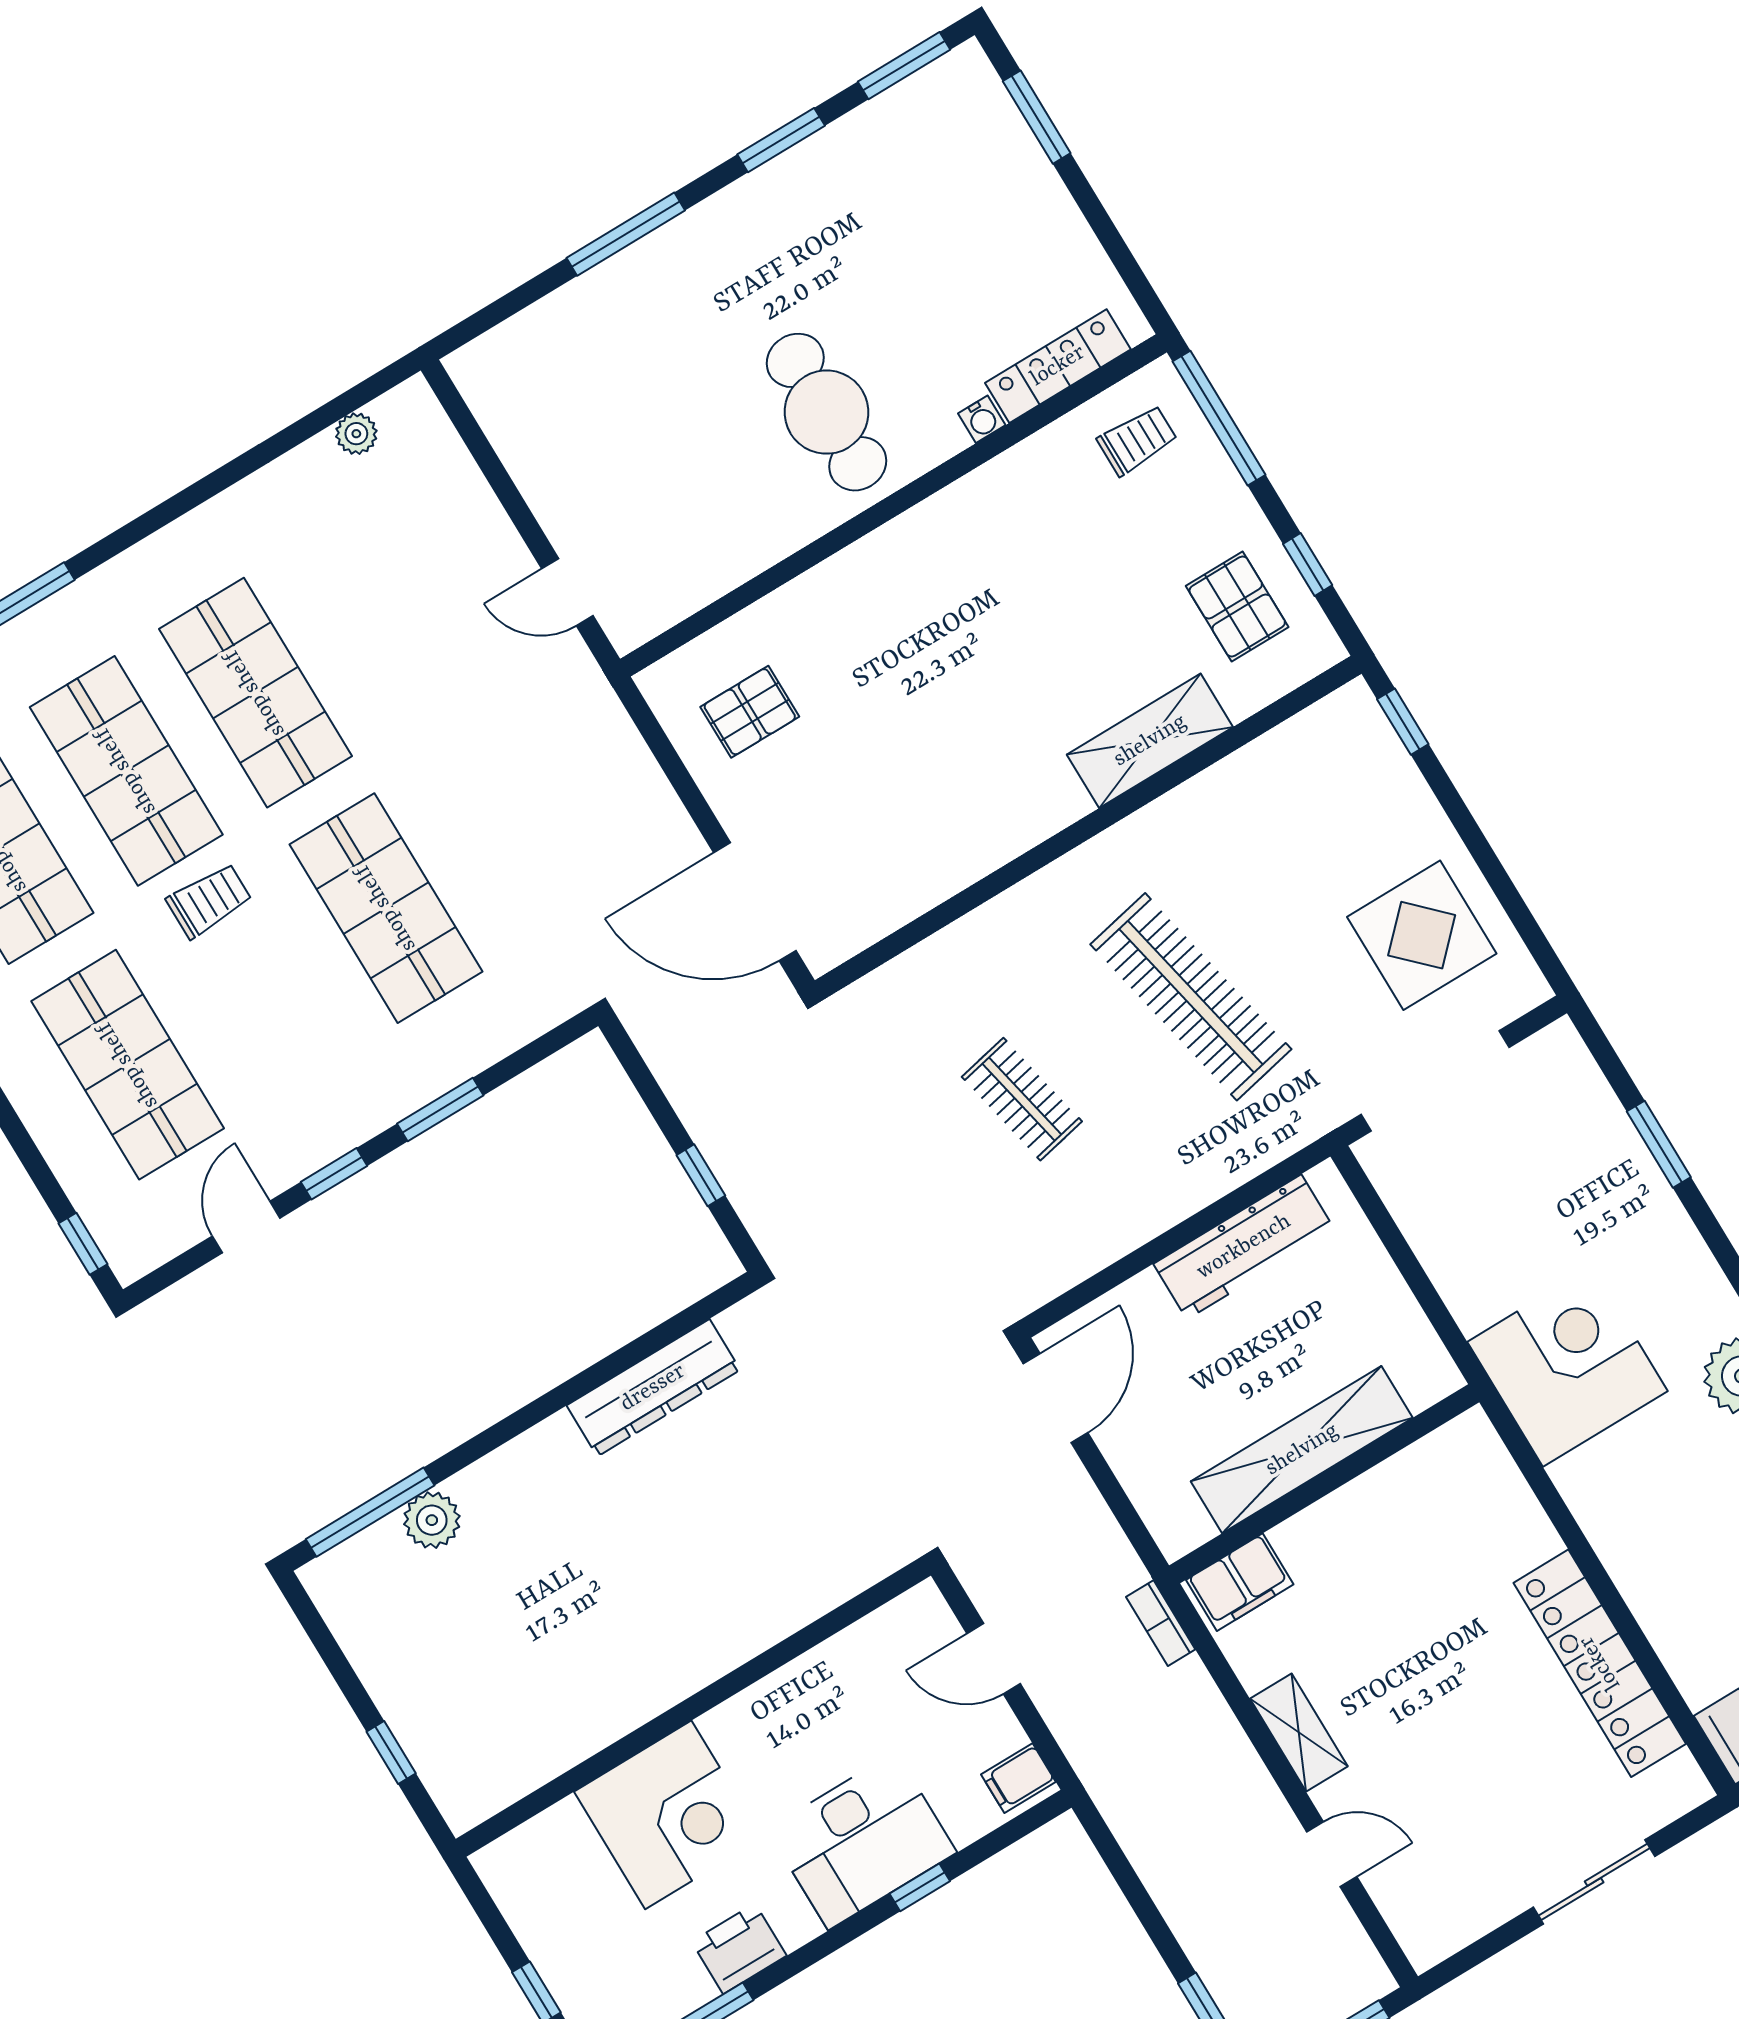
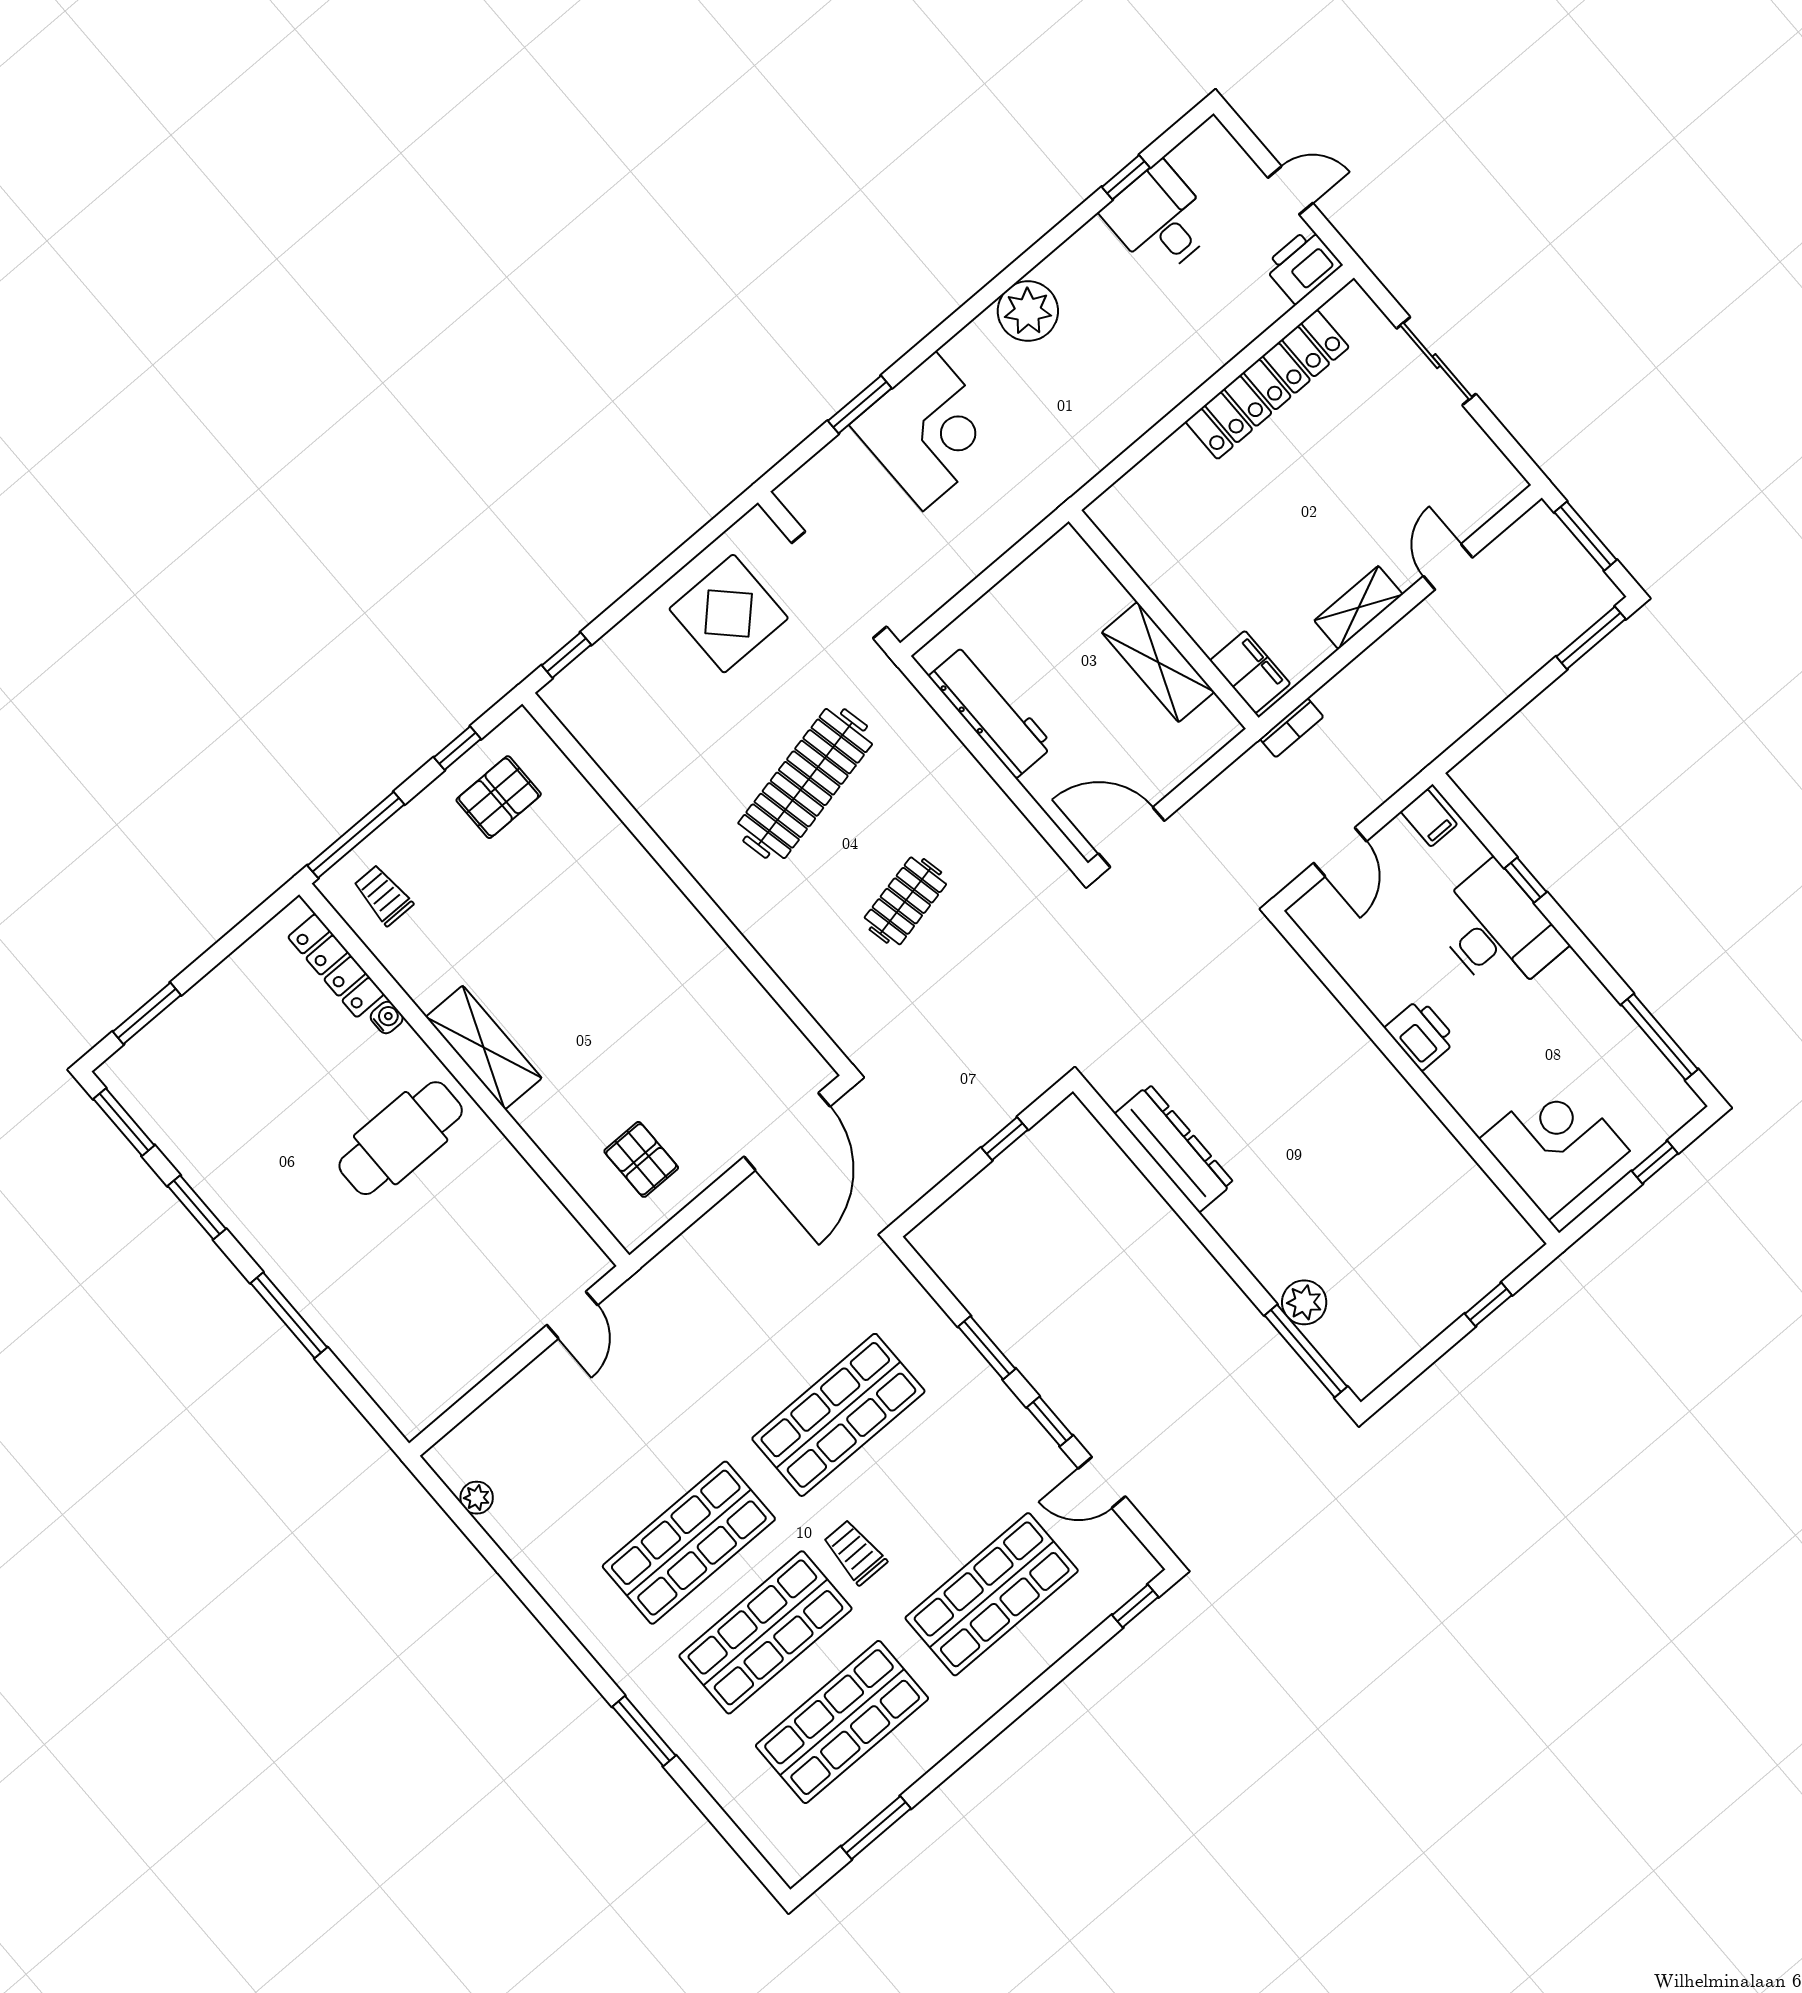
shelving: (1150, 741) -> (484, 1048), moved
corner desk: (1567, 1366) -> (929, 431), moved, turned 180
shelving: (1302, 1450) -> (1158, 662), width x0.68
corner desk: (668, 1815) -> (1554, 1145), moved
printer: (739, 1949) -> (1421, 1034), moved, turned 180

